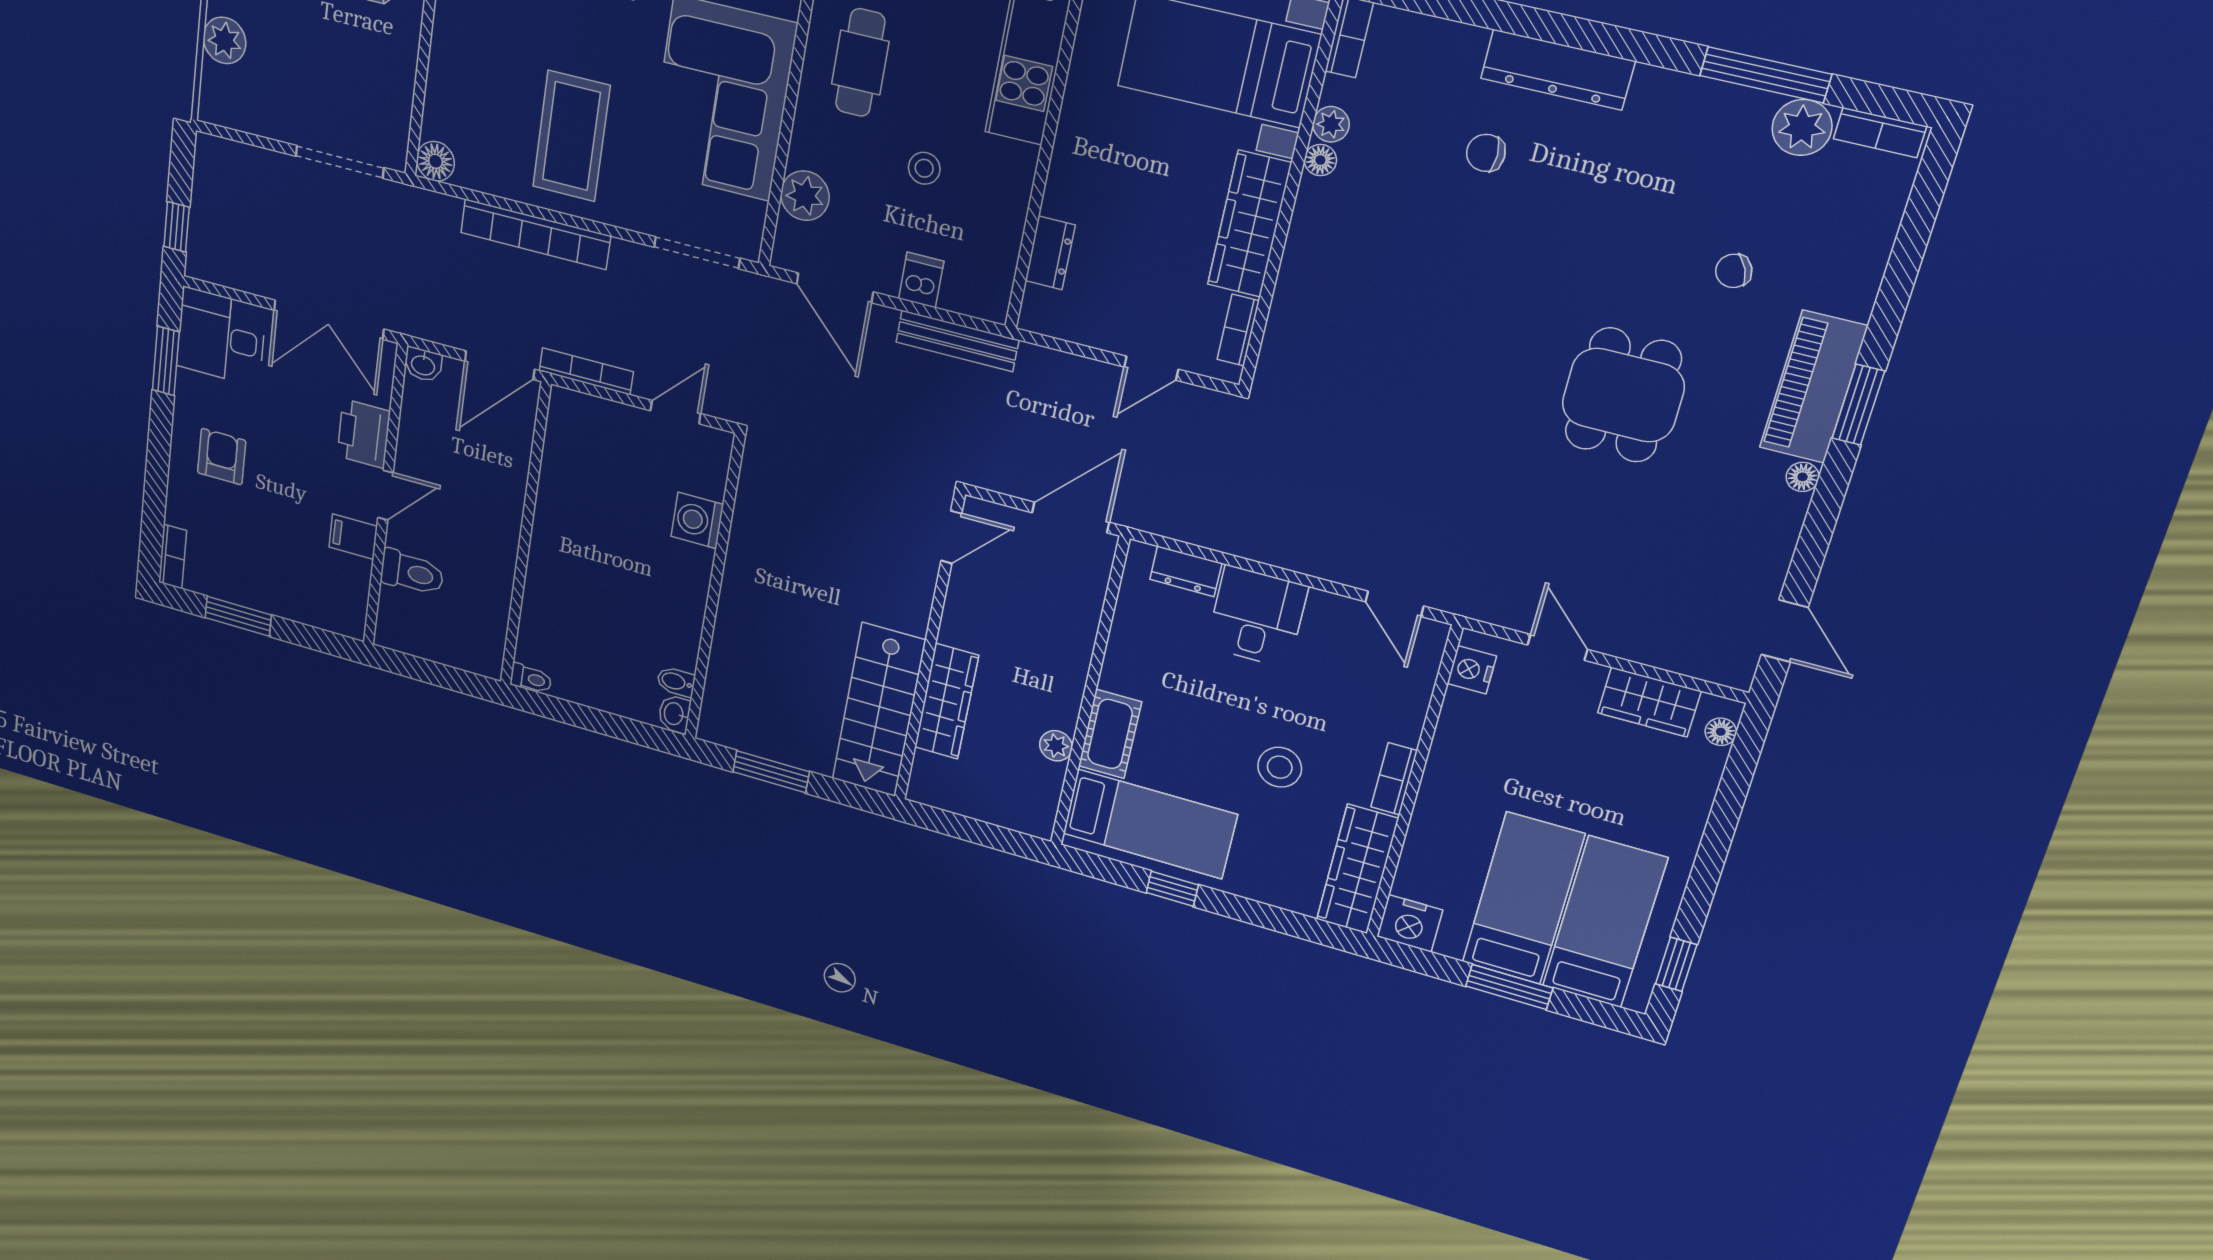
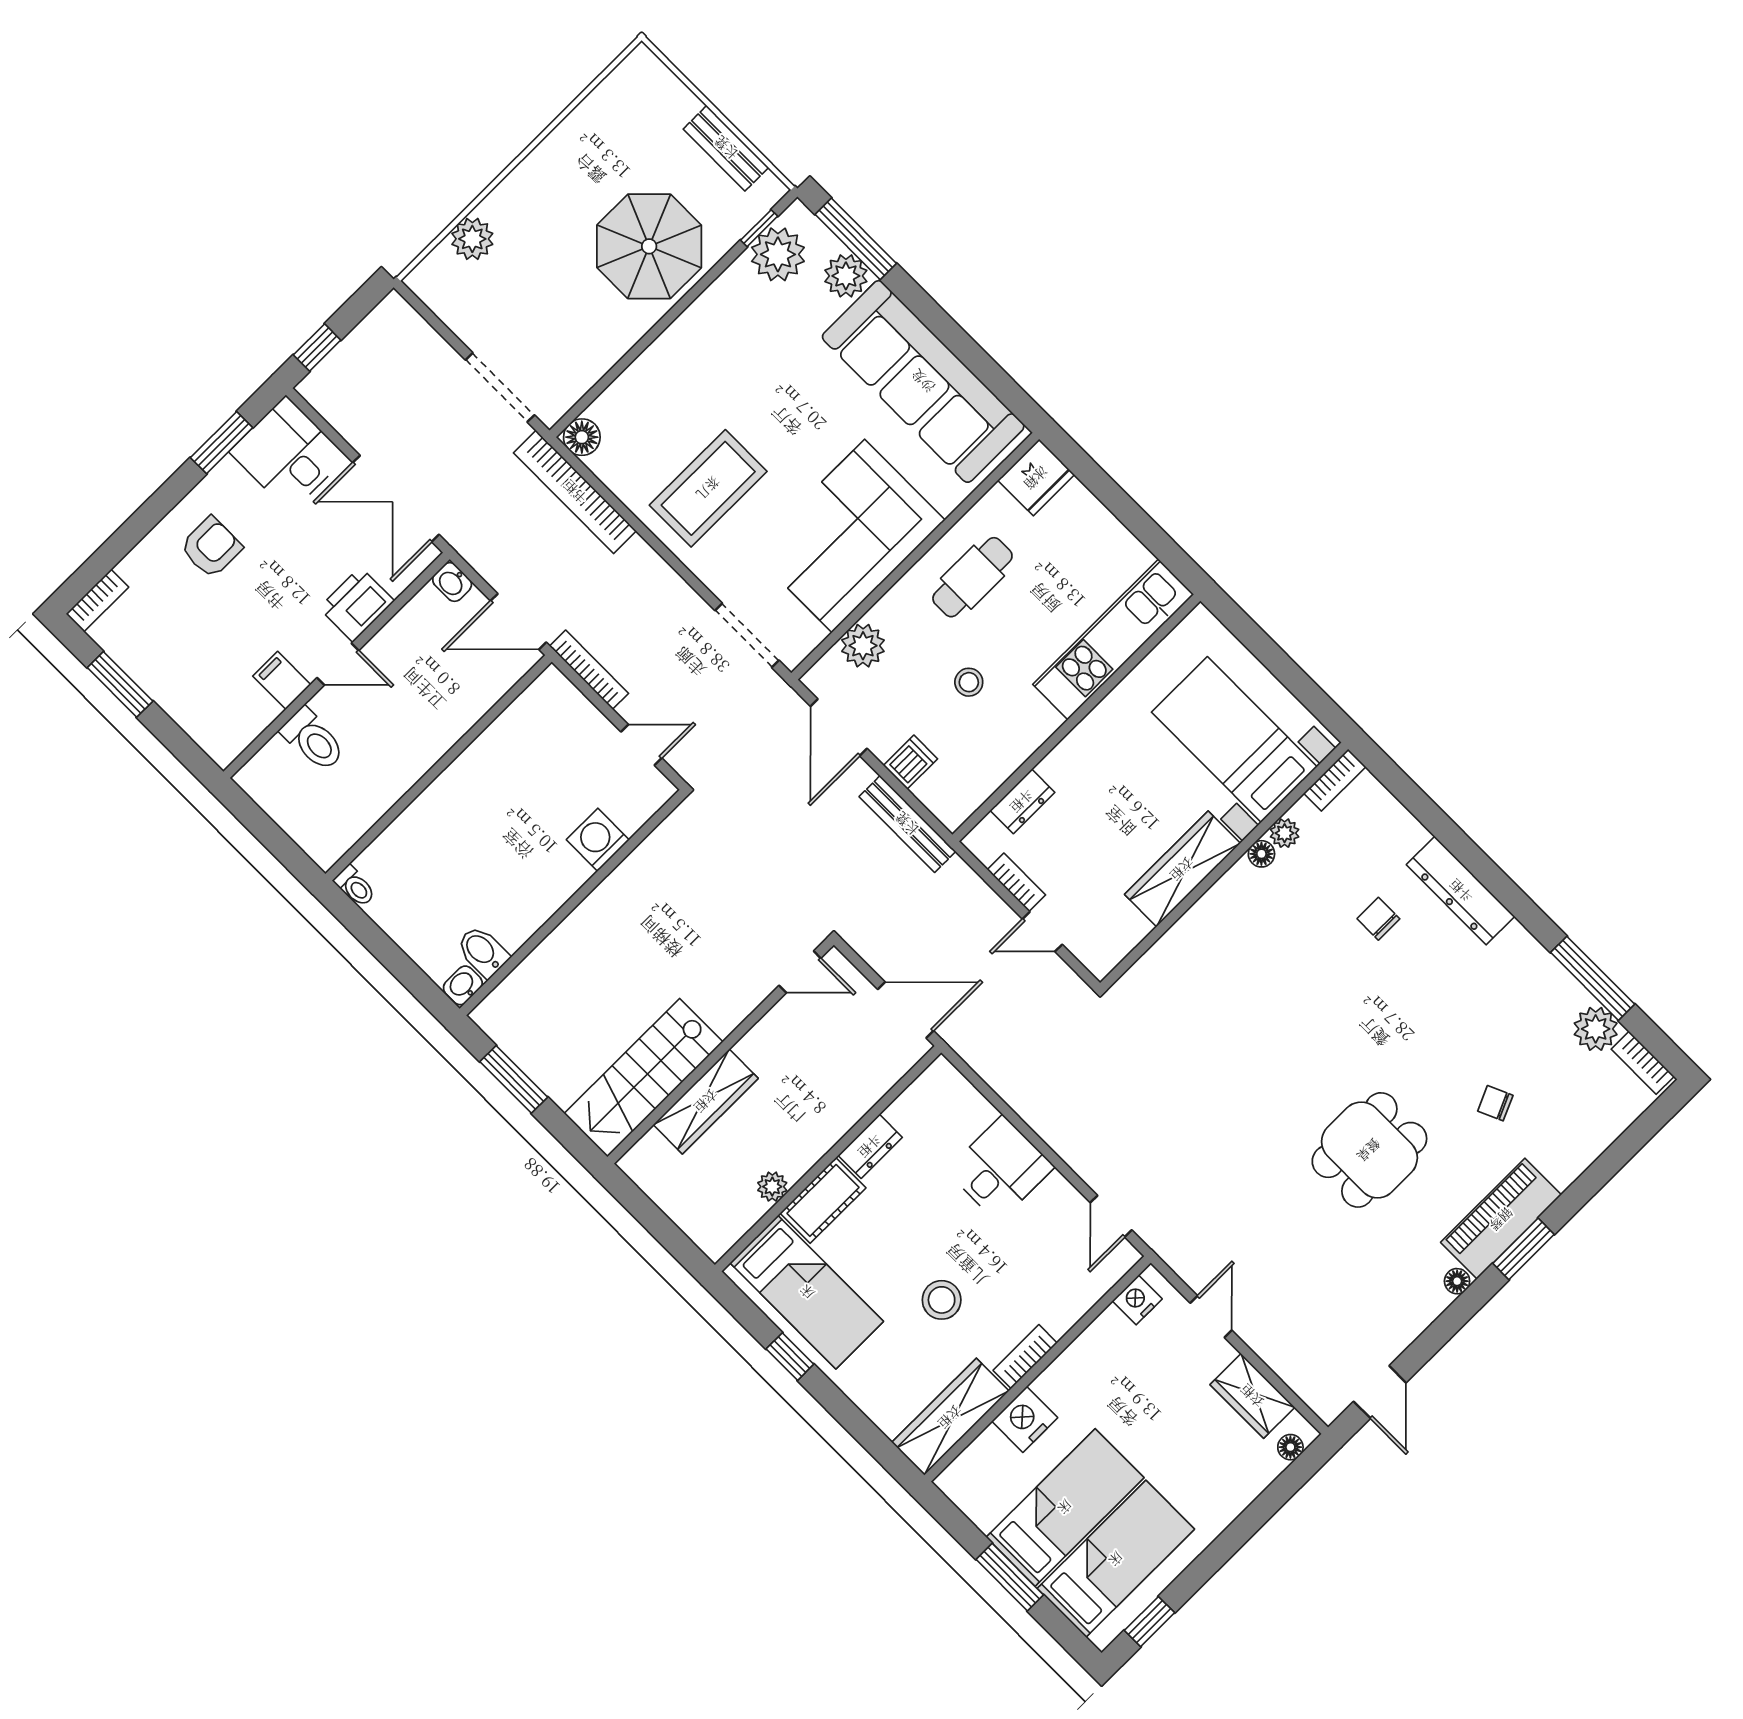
bookcase: (535, 234) -> (575, 492), moved
bookcase: (1238, 330) -> (1016, 882), moved, turned 90
dresser: (1186, 571) -> (870, 1146), moved, turned -90
bidet: (676, 682) -> (483, 952), width x1.38, depth x1.36
nightstand: (1410, 923) -> (1025, 1419), moved, turned 90

